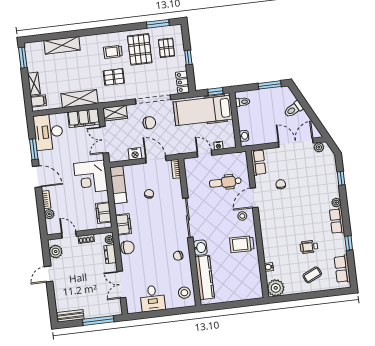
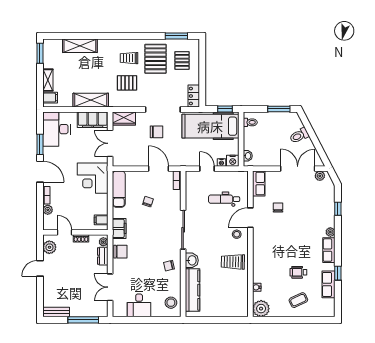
window: (188, 58) -> (202, 73), removed
nightstand: (135, 154) -> (233, 161), moved
filing cabinet: (104, 213) -> (101, 220), width x0.50
row of seats: (342, 269) -> (329, 284), moved

